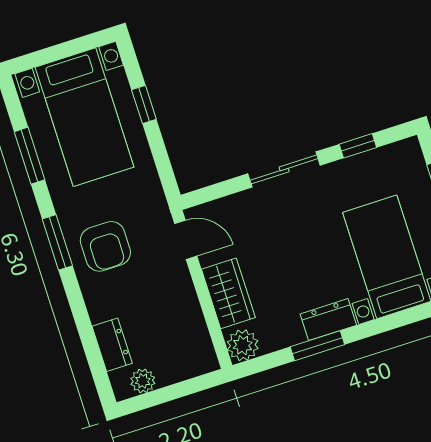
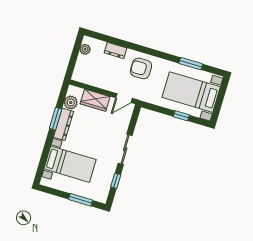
window: (57, 242) -> (154, 53), removed
dresser: (328, 320) -> (63, 124), width x1.44
dresser: (112, 345) -> (116, 50), moved
plant: (243, 345) -> (71, 102), moved

